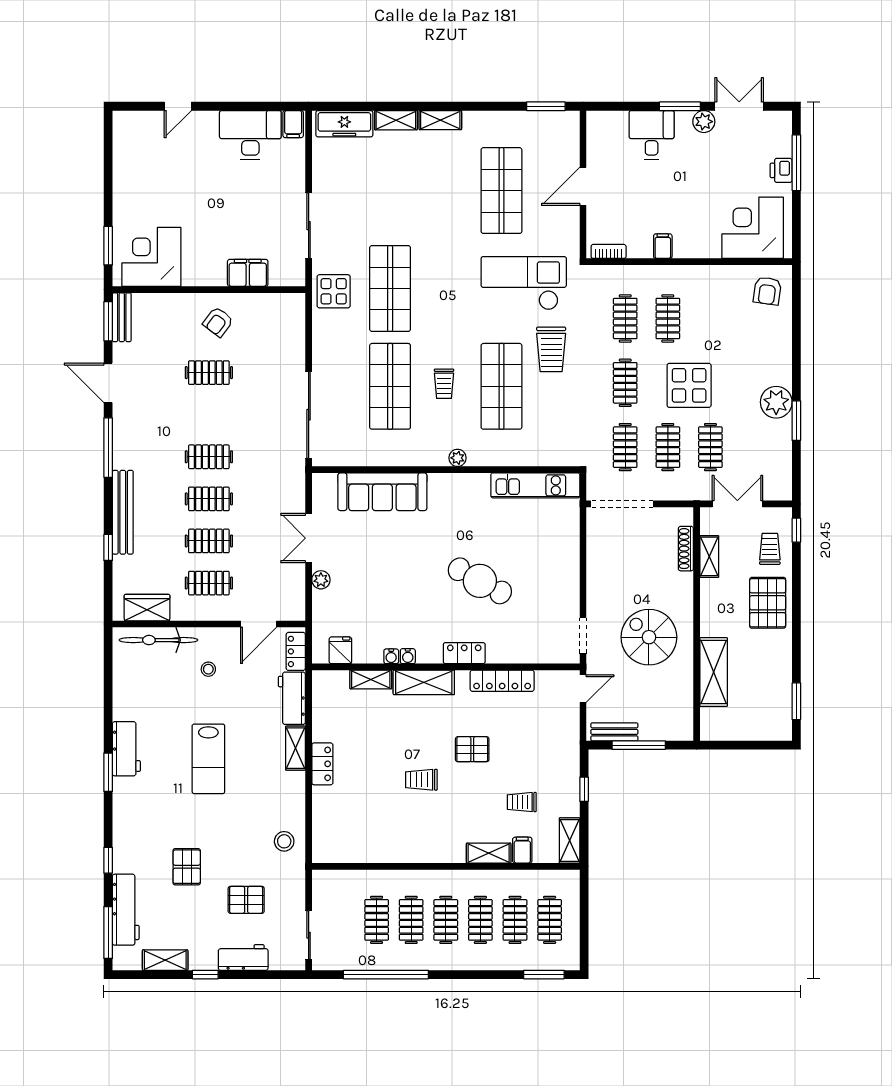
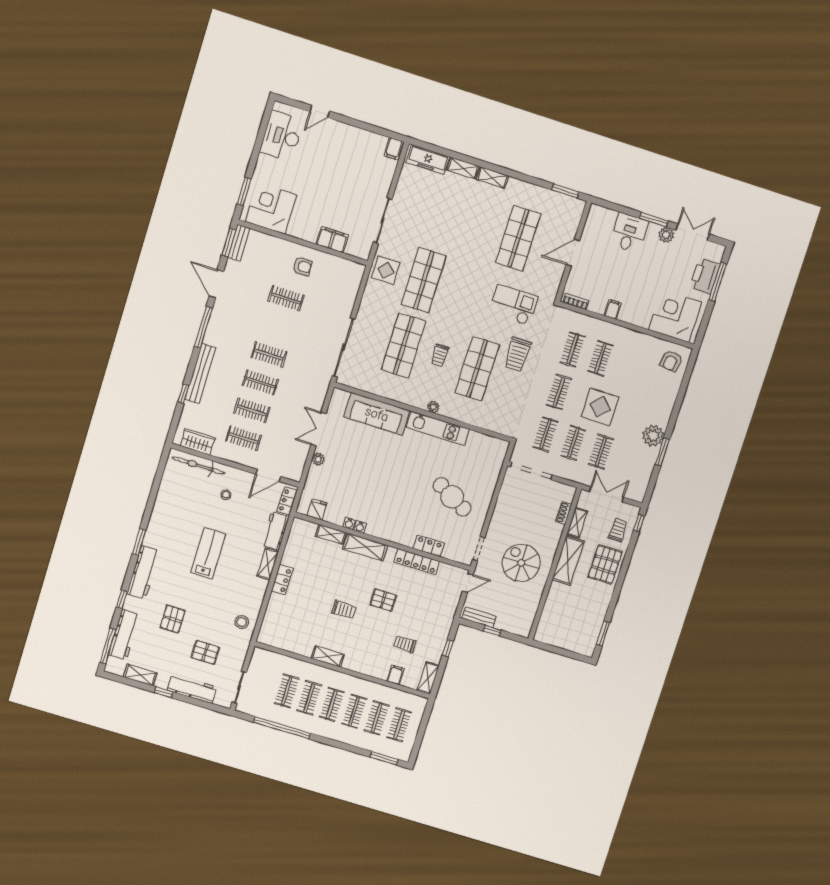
desk: (250, 135) -> (282, 136), moved, turned -90
printer: (781, 170) -> (705, 276), width x1.87, depth x1.48
checkout: (524, 283) -> (513, 305), width x0.73, depth x0.83
armchair: (218, 322) -> (302, 266), turned -127
kitchen unit: (535, 485) -> (438, 428), moved
shoe rack: (686, 549) -> (564, 513), width x0.70
cafe table: (480, 581) -> (452, 497), moved
locker: (464, 653) -> (429, 546), moved
shelving: (714, 672) -> (568, 561), moved
window: (639, 745) -> (492, 630), width x0.46
workbench: (126, 749) -> (143, 572), moved, width x1.38
lab bench: (208, 759) -> (208, 553), turned 180
trolley: (421, 780) -> (344, 610), turned 180
shelving: (489, 853) -> (328, 656), moved
workbench: (243, 957) -> (192, 689), width x1.38

